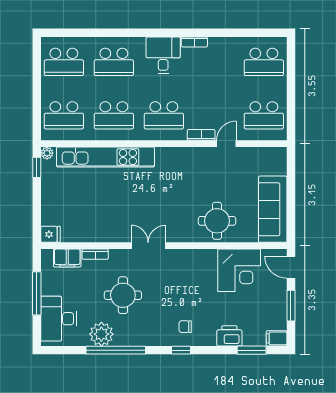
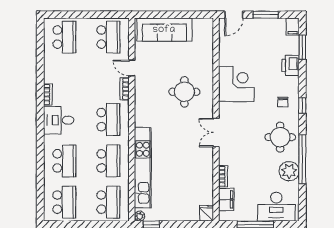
sofa: (273, 209) -> (164, 30), moved
round table: (217, 221) -> (184, 92), moved
corner desk: (239, 270) -> (236, 84), moved
round table: (123, 295) -> (280, 137), moved

